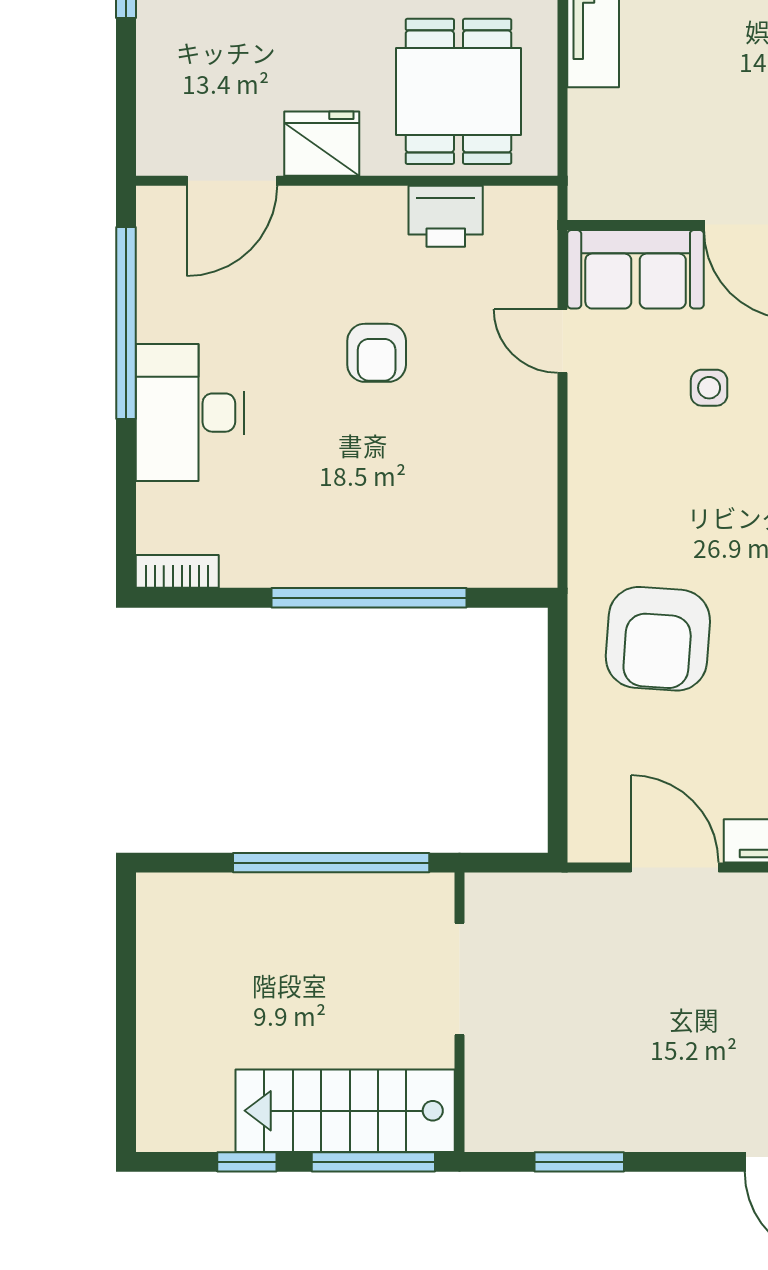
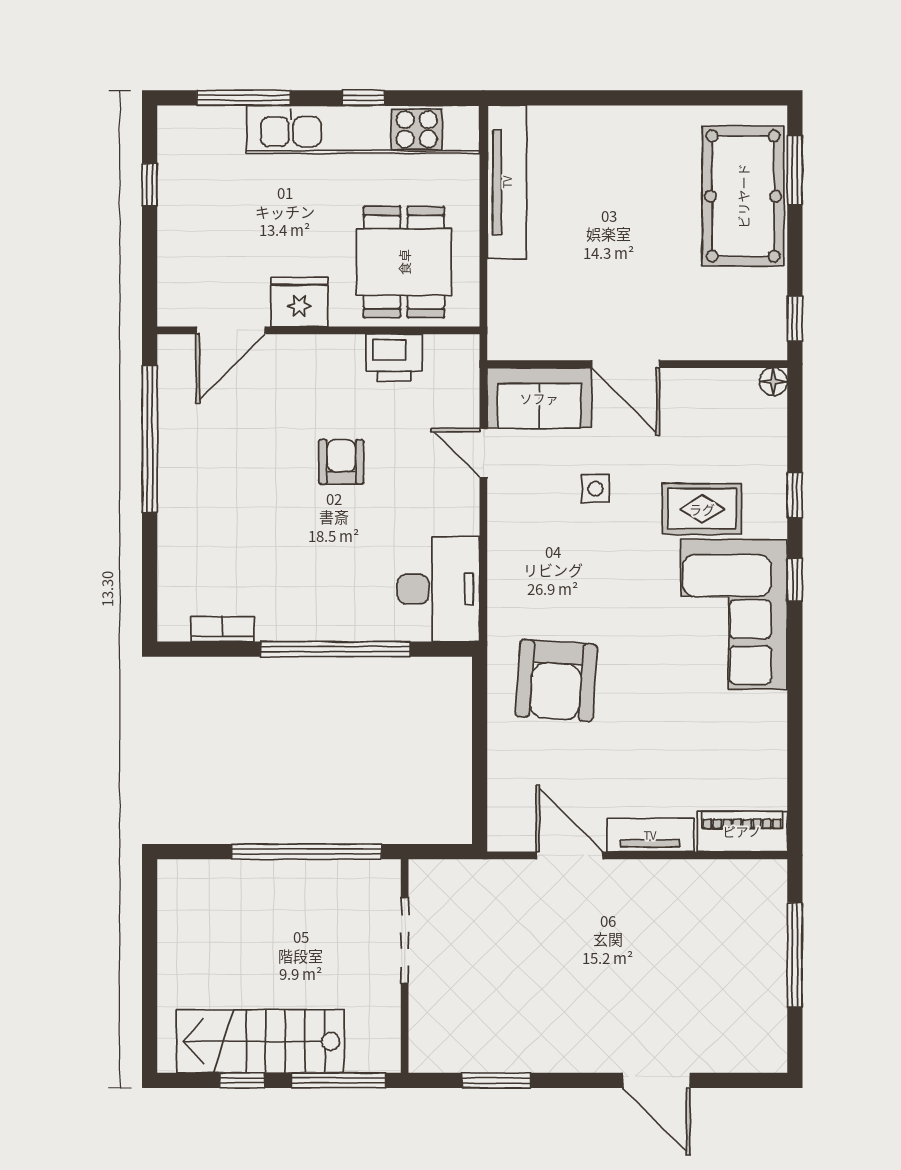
armchair: (377, 353) -> (341, 462), turned 180
desk: (190, 413) -> (438, 589), moved, turned 180
bookcase: (177, 571) -> (222, 629), moved
stairs: (345, 1111) -> (260, 1041), moved

